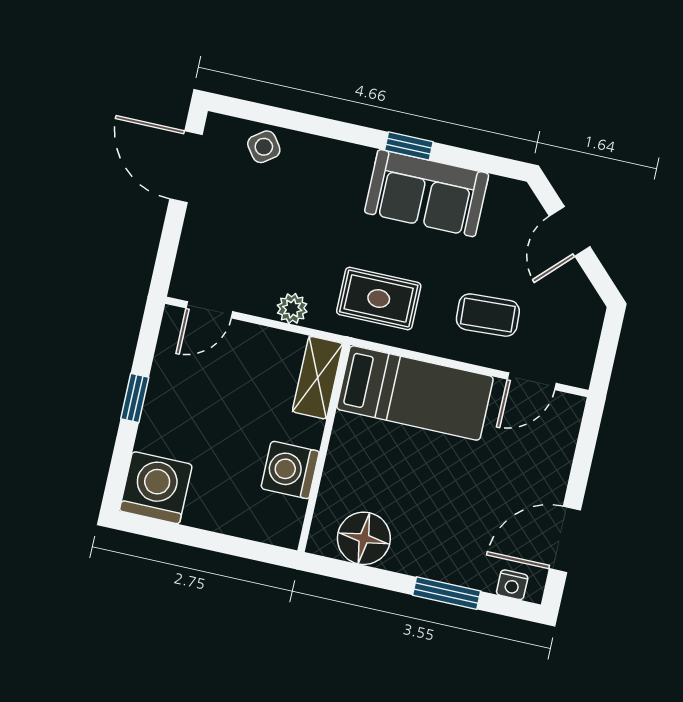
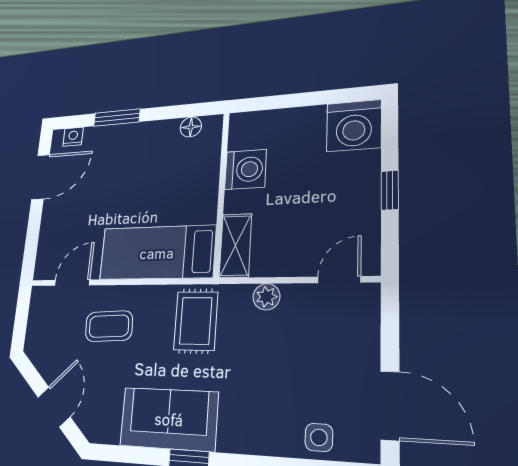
side table: (264, 147) -> (319, 437), turned 36
rug: (379, 299) -> (196, 321), turned 90
floor lamp: (364, 538) -> (191, 127), width x0.53, depth x0.53

